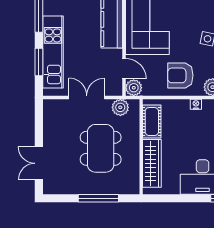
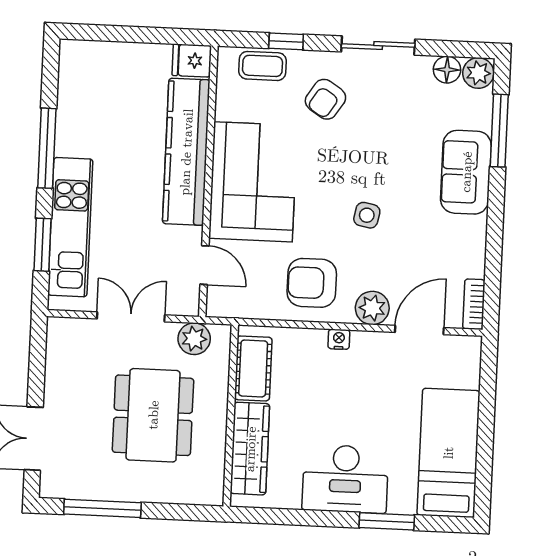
plant: (134, 88) -> (222, 302), removed
window: (98, 198) -> (102, 508), moved

